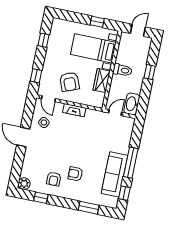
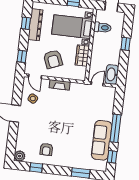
dresser: (54, 43) -> (35, 25), added
toilet: (122, 70) -> (103, 28), moved
armchair: (75, 174) -> (66, 143), removed

